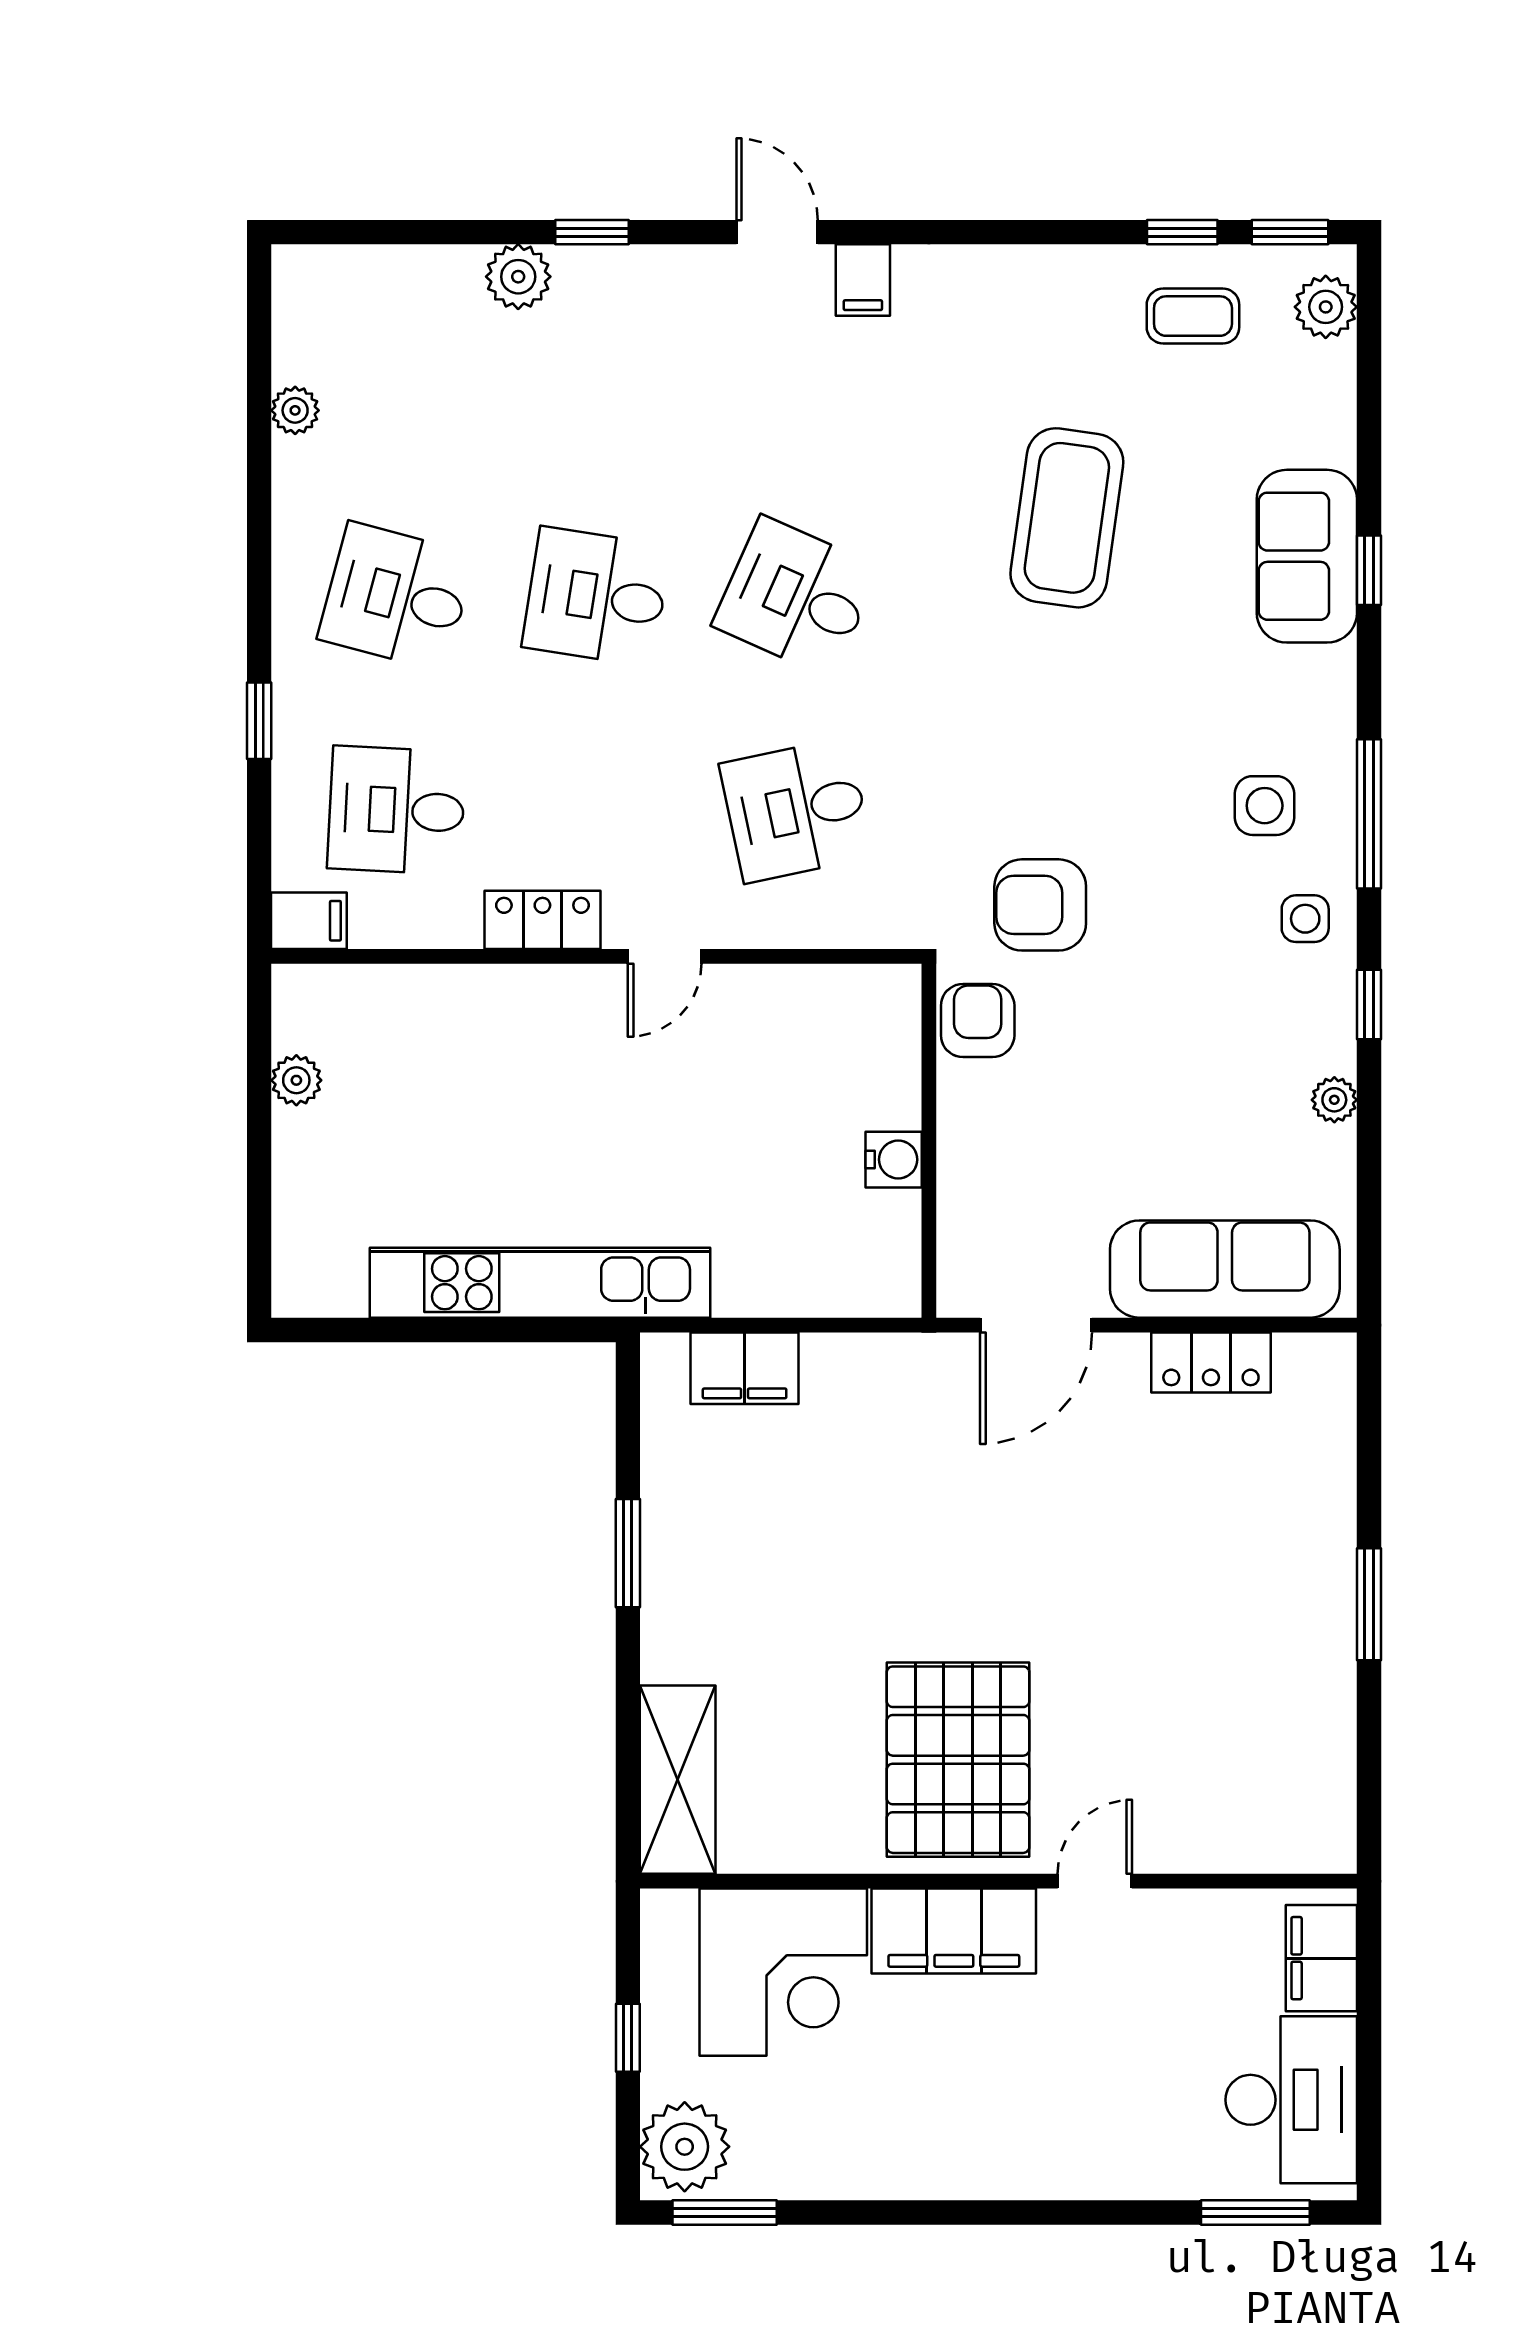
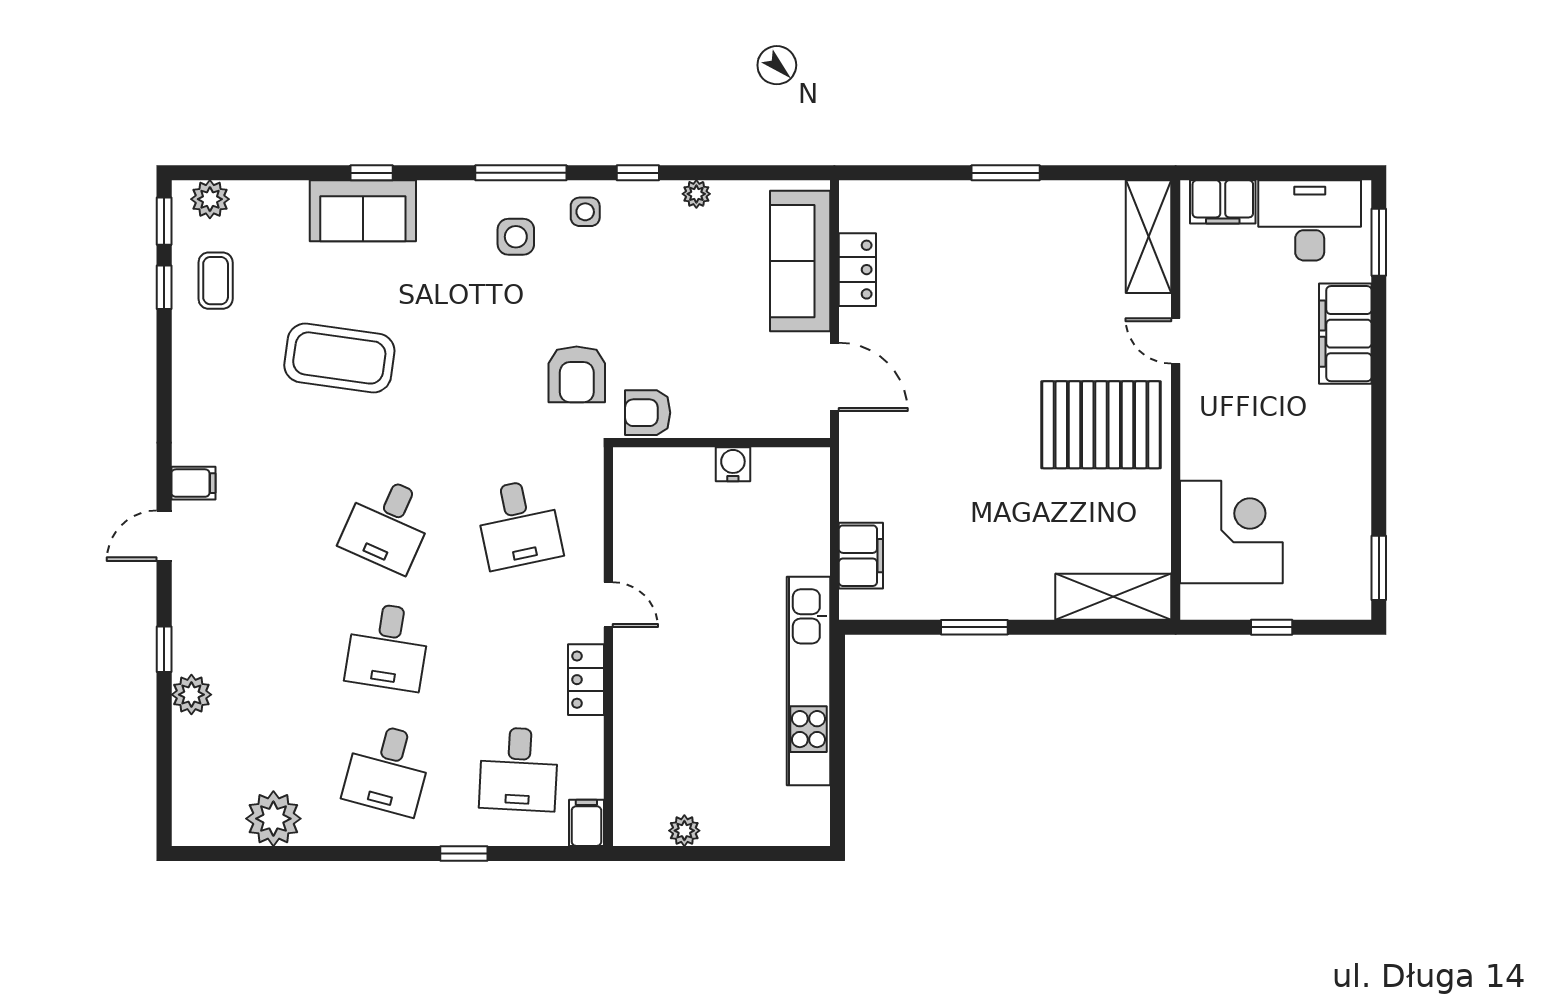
plant: (295, 410) -> (273, 819), width x1.87, depth x1.87
shelving: (1265, 1837) -> (1149, 237), added
filing cabinet: (954, 1931) -> (1345, 334), moved, turned 180
plant: (685, 2147) -> (1338, 592), removed

